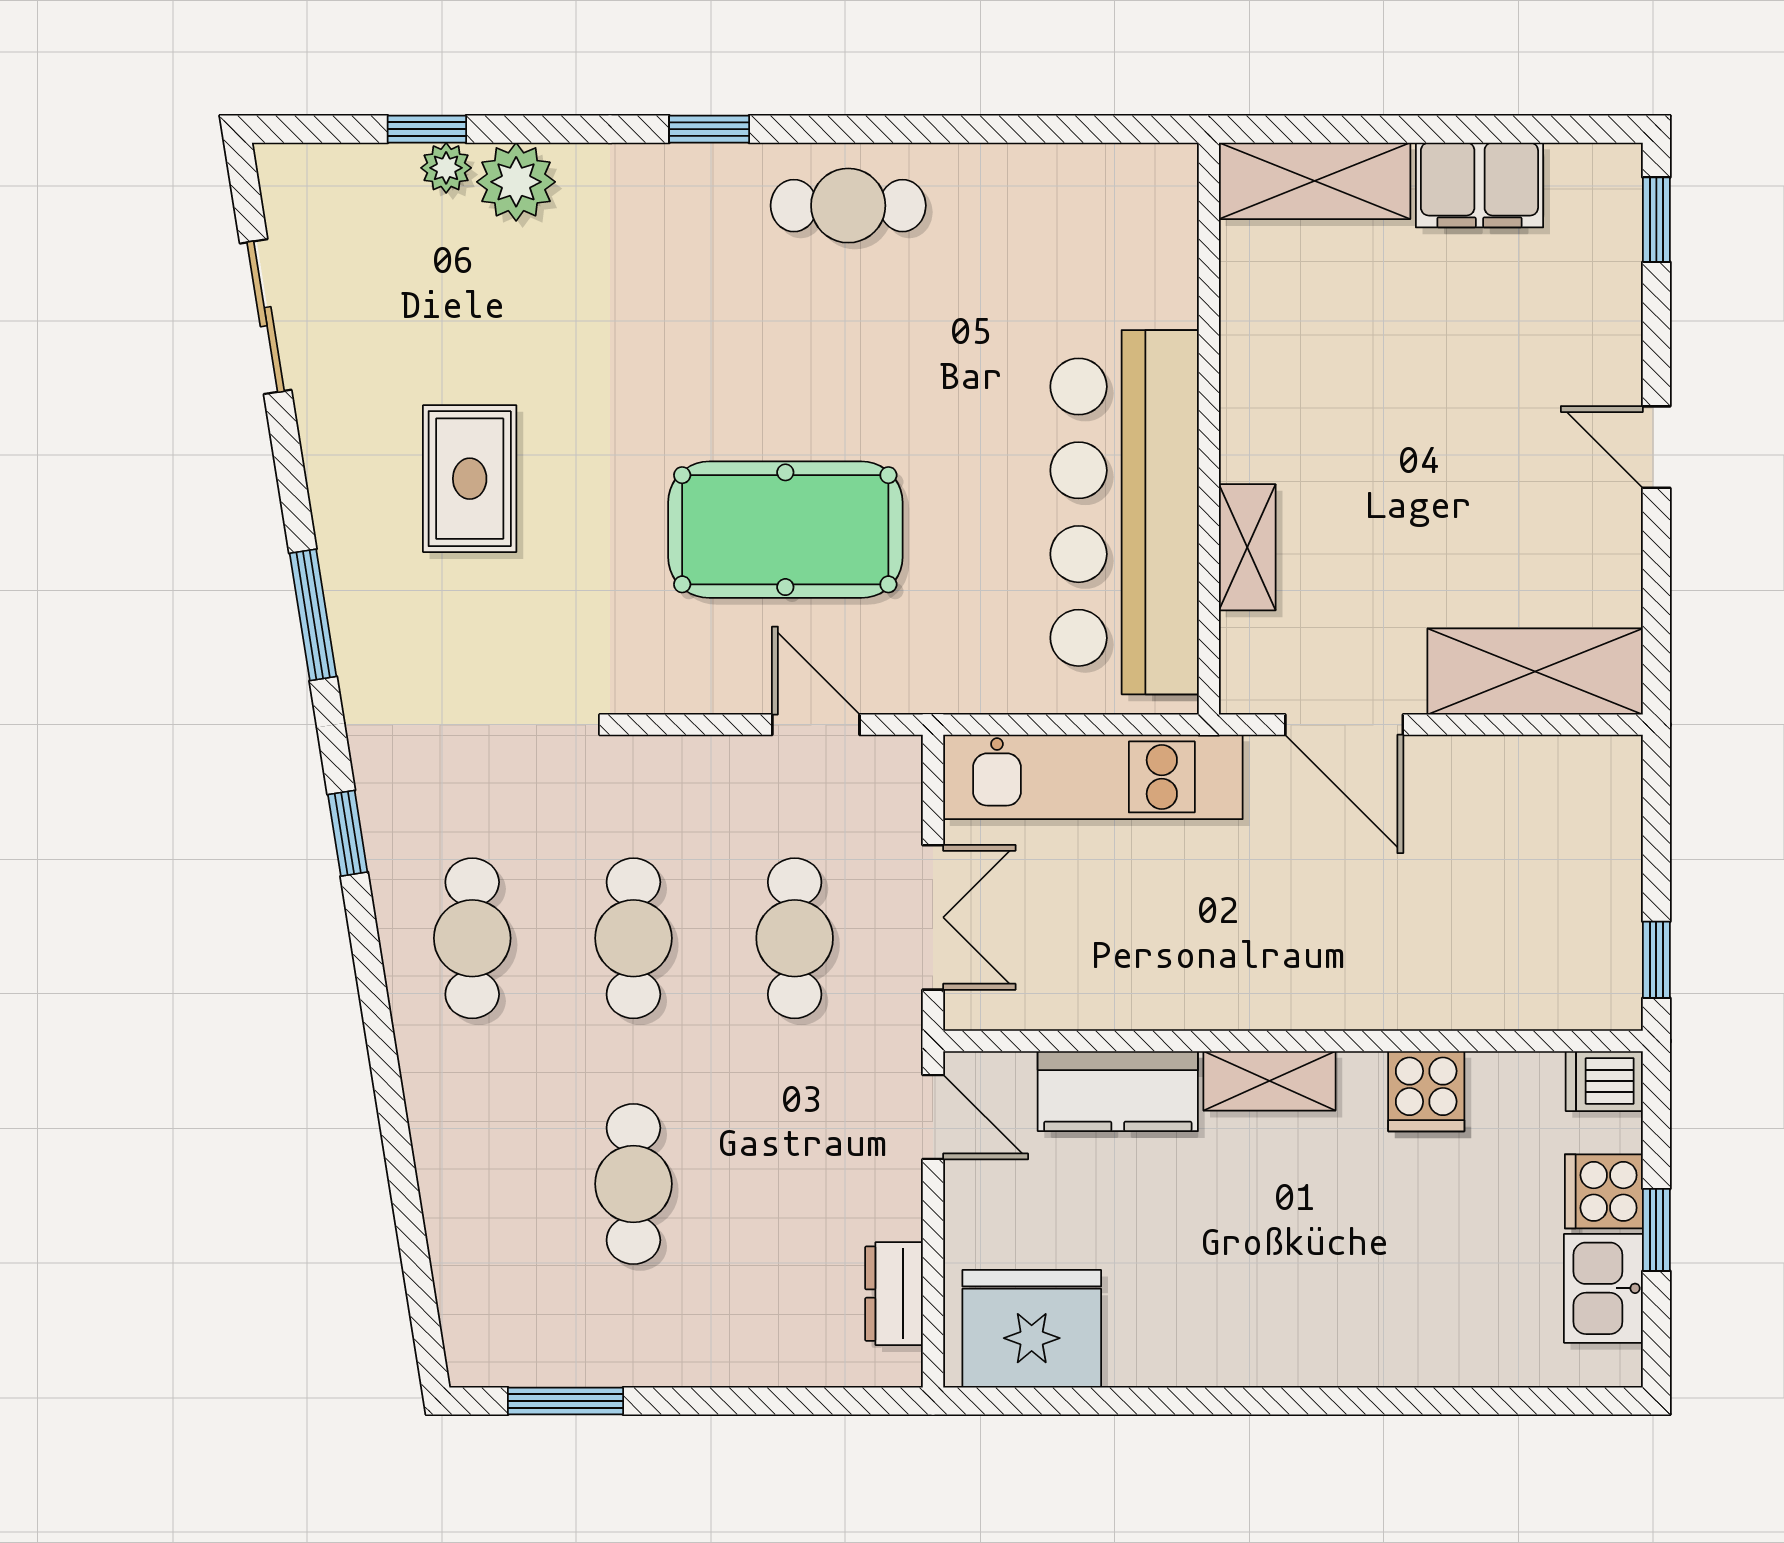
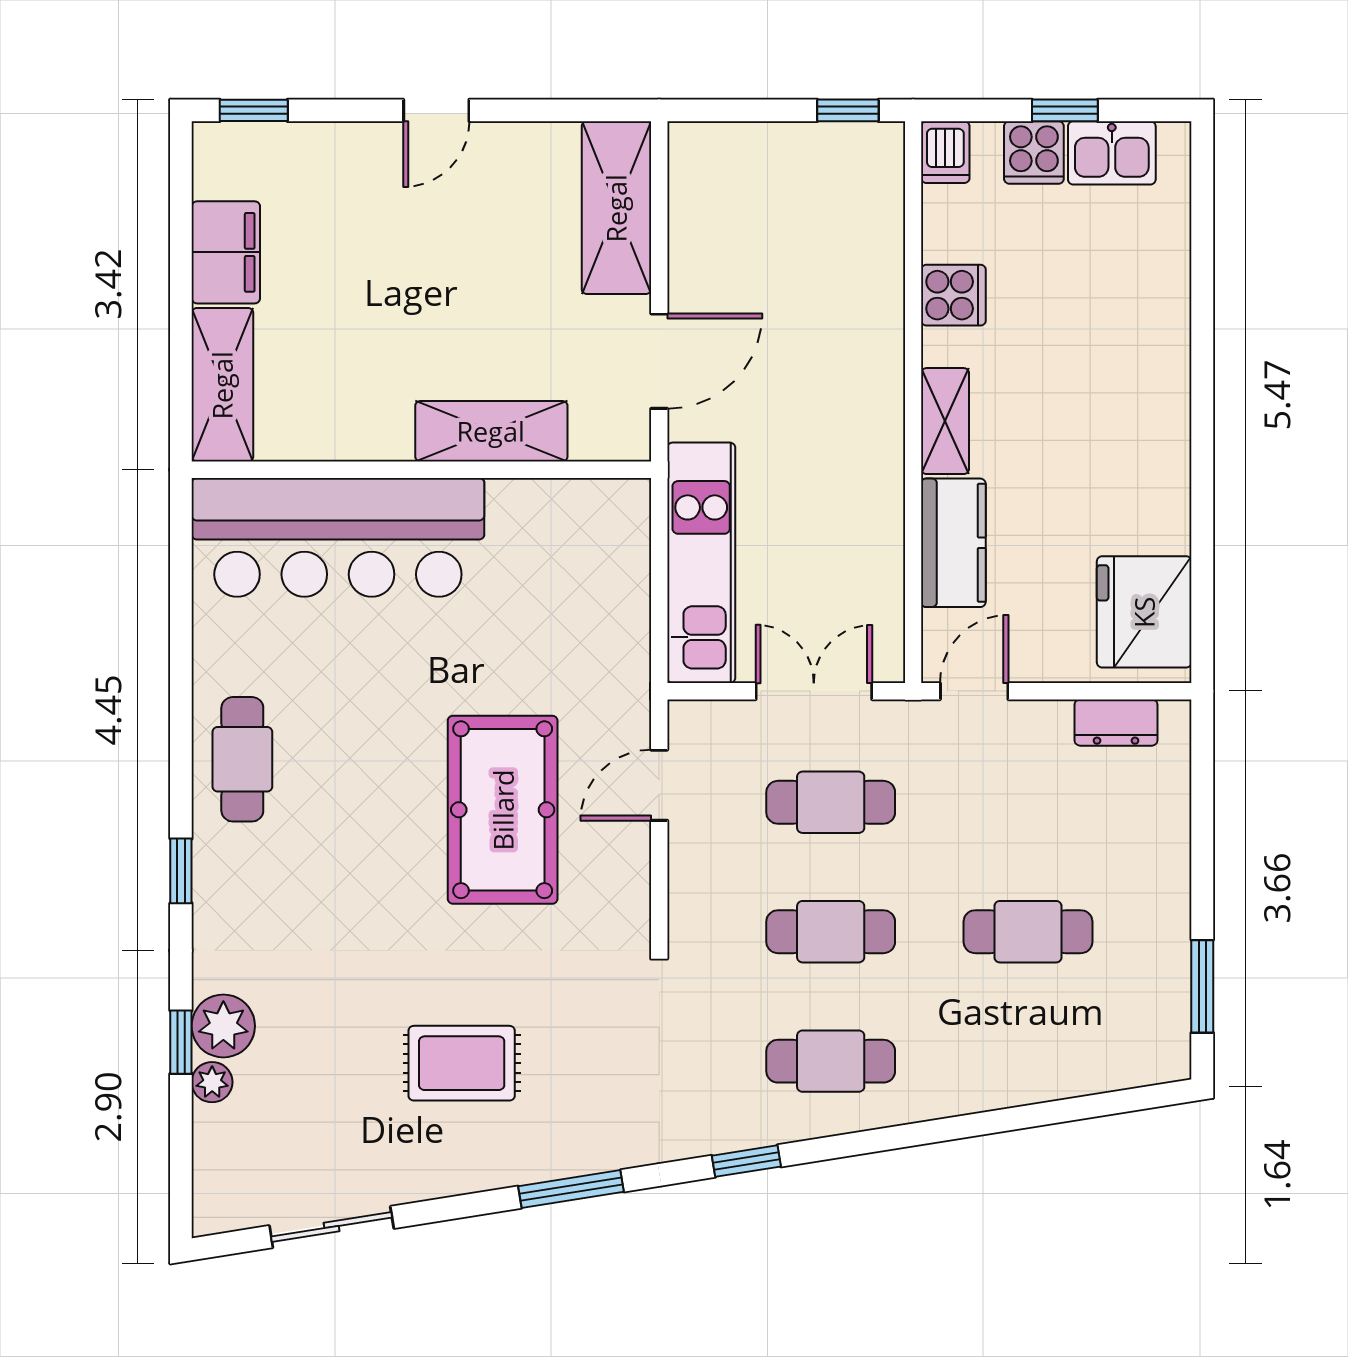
window: (427, 129) -> (181, 1042), moved
bar counter: (1125, 512) -> (338, 537), moved
shelving: (1247, 547) -> (491, 431), width x1.50, depth x1.33

